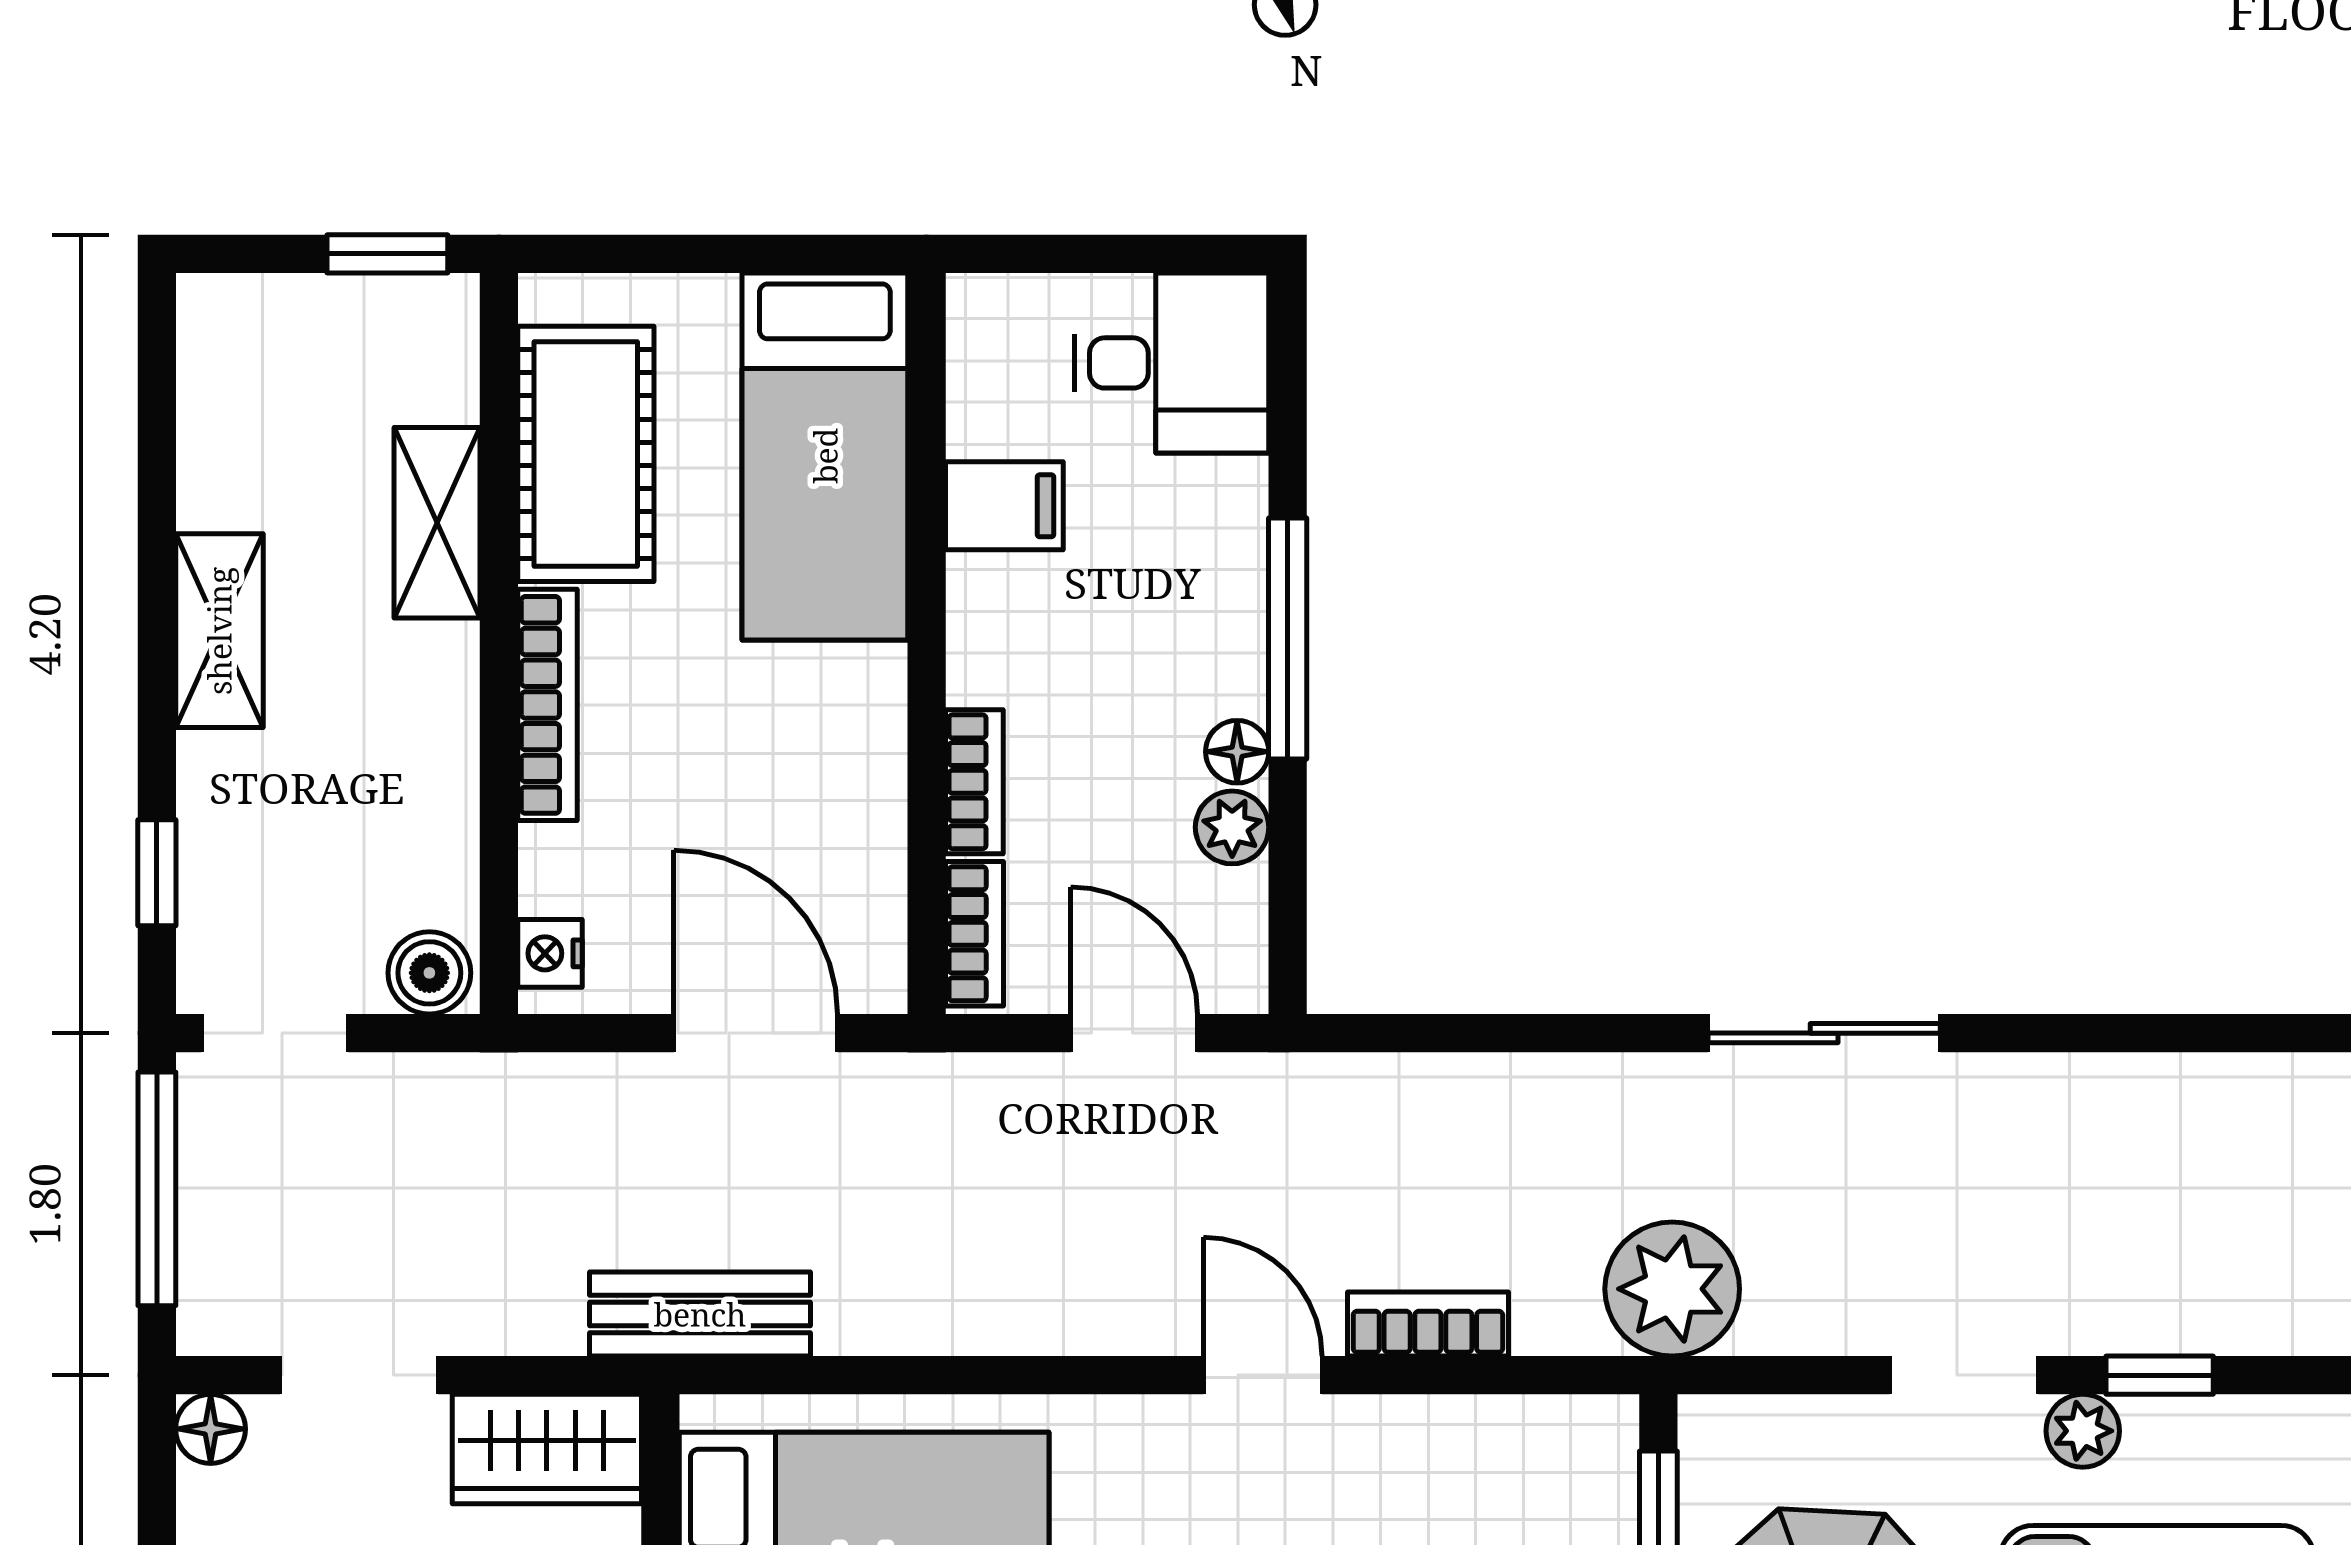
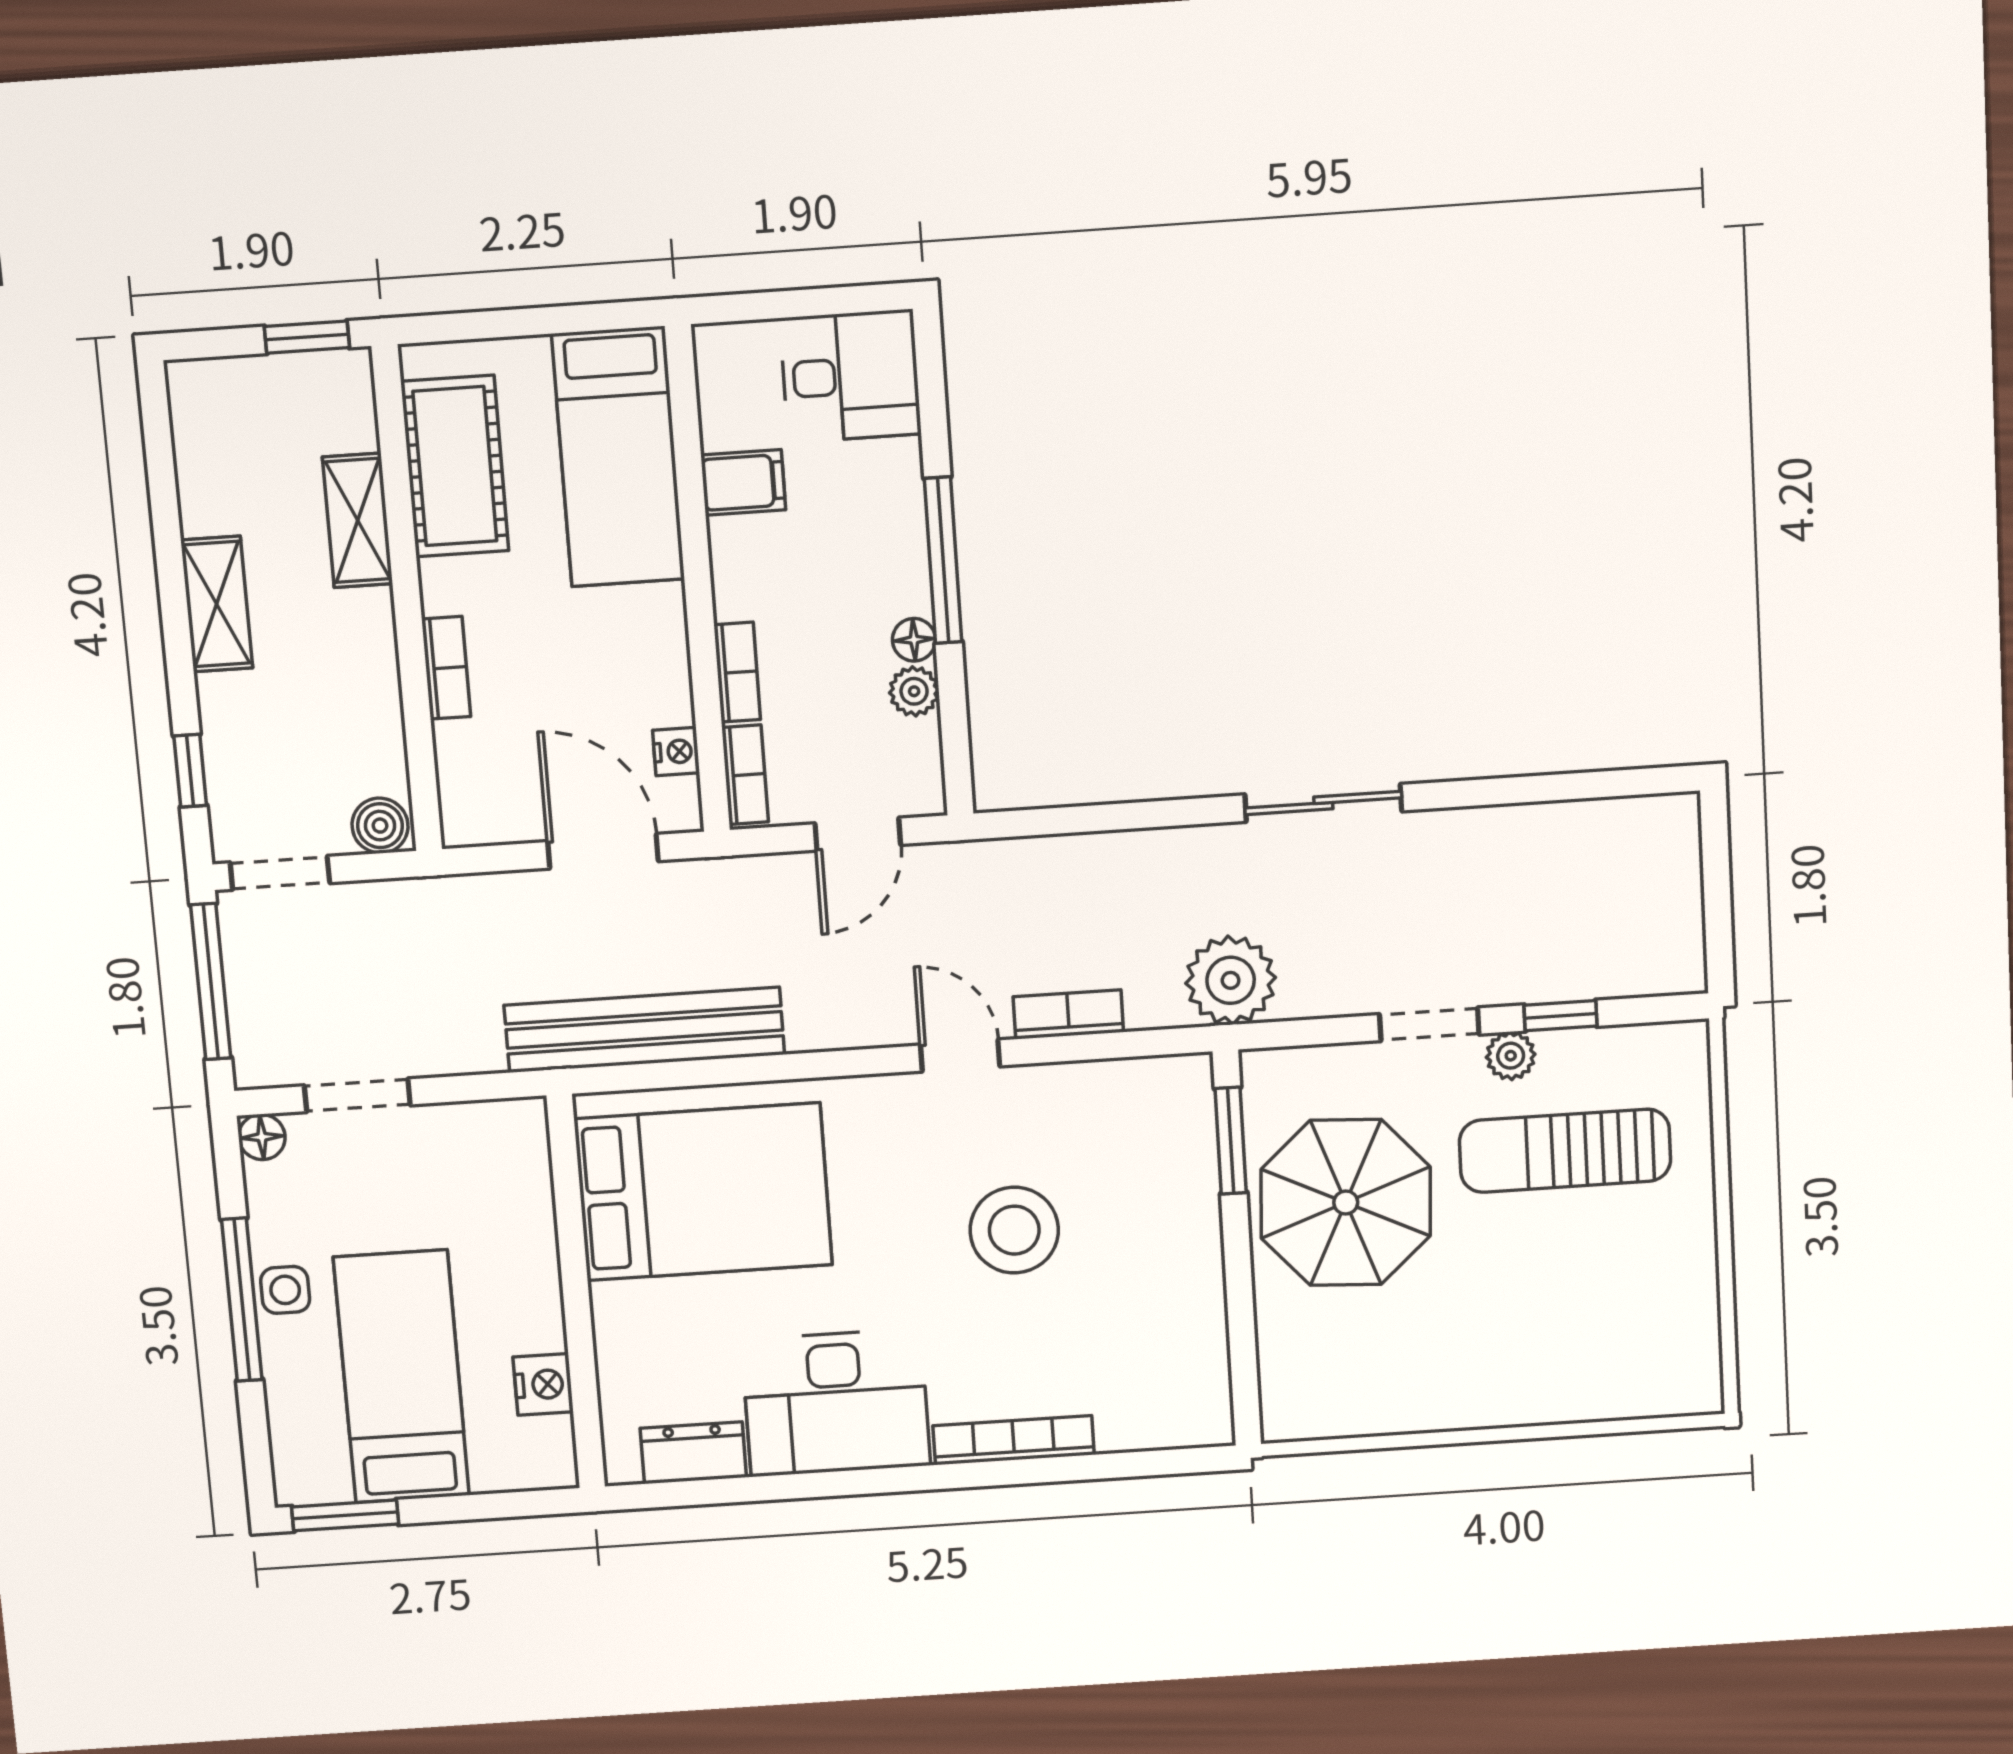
bookcase: (548, 705) -> (446, 668), width x0.64
nightstand: (550, 953) -> (676, 752), moved, turned 180
door: (1134, 1033) -> (858, 834), swing flipped
bench: (700, 1314) -> (644, 1030), width x1.86, depth x1.21
wardrobe: (547, 1449) -> (487, 1135), removed

